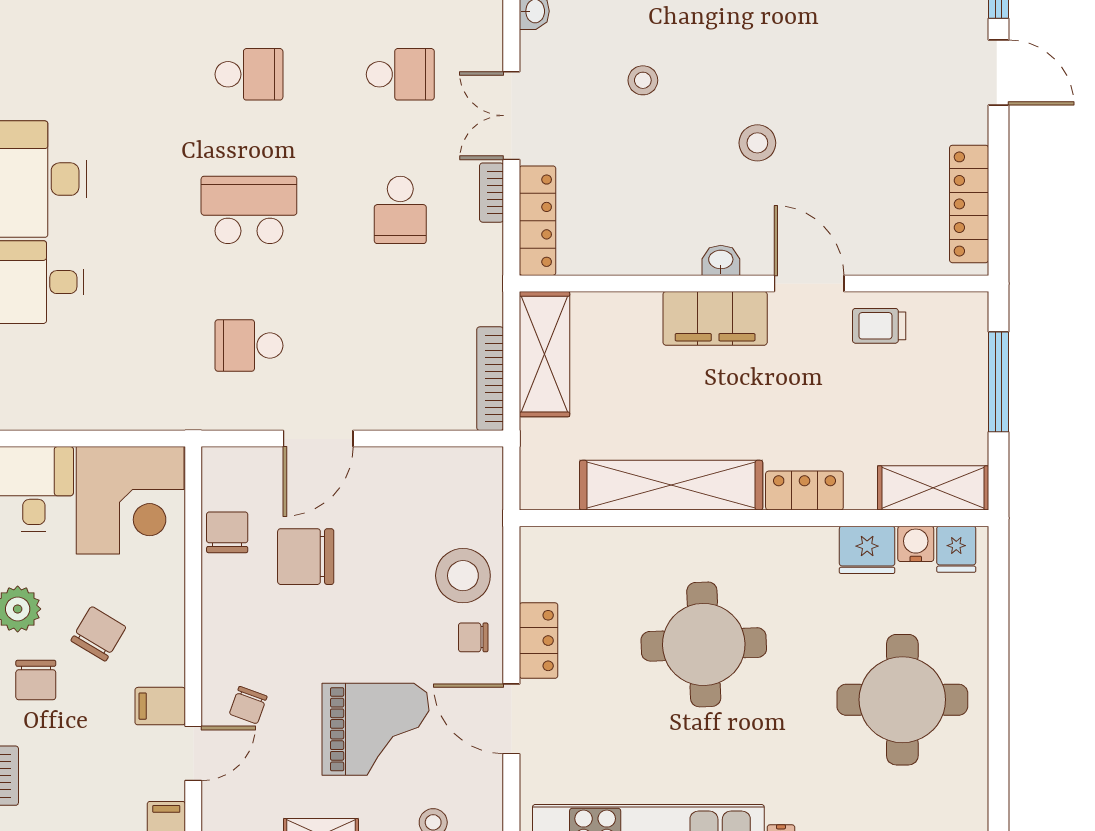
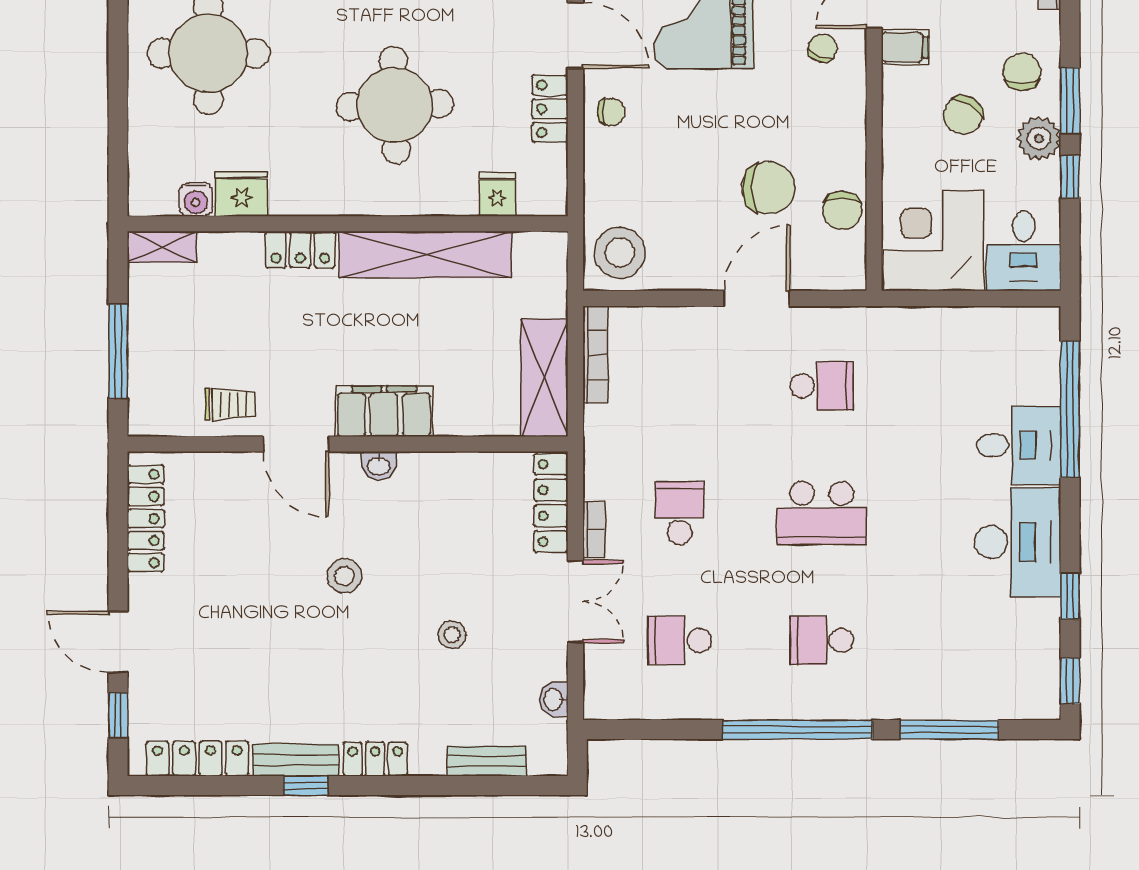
shelving: (933, 488) -> (162, 247), width x0.67, depth x0.75
fridge: (956, 549) -> (497, 194), moved
stool: (463, 576) -> (620, 253), moved

